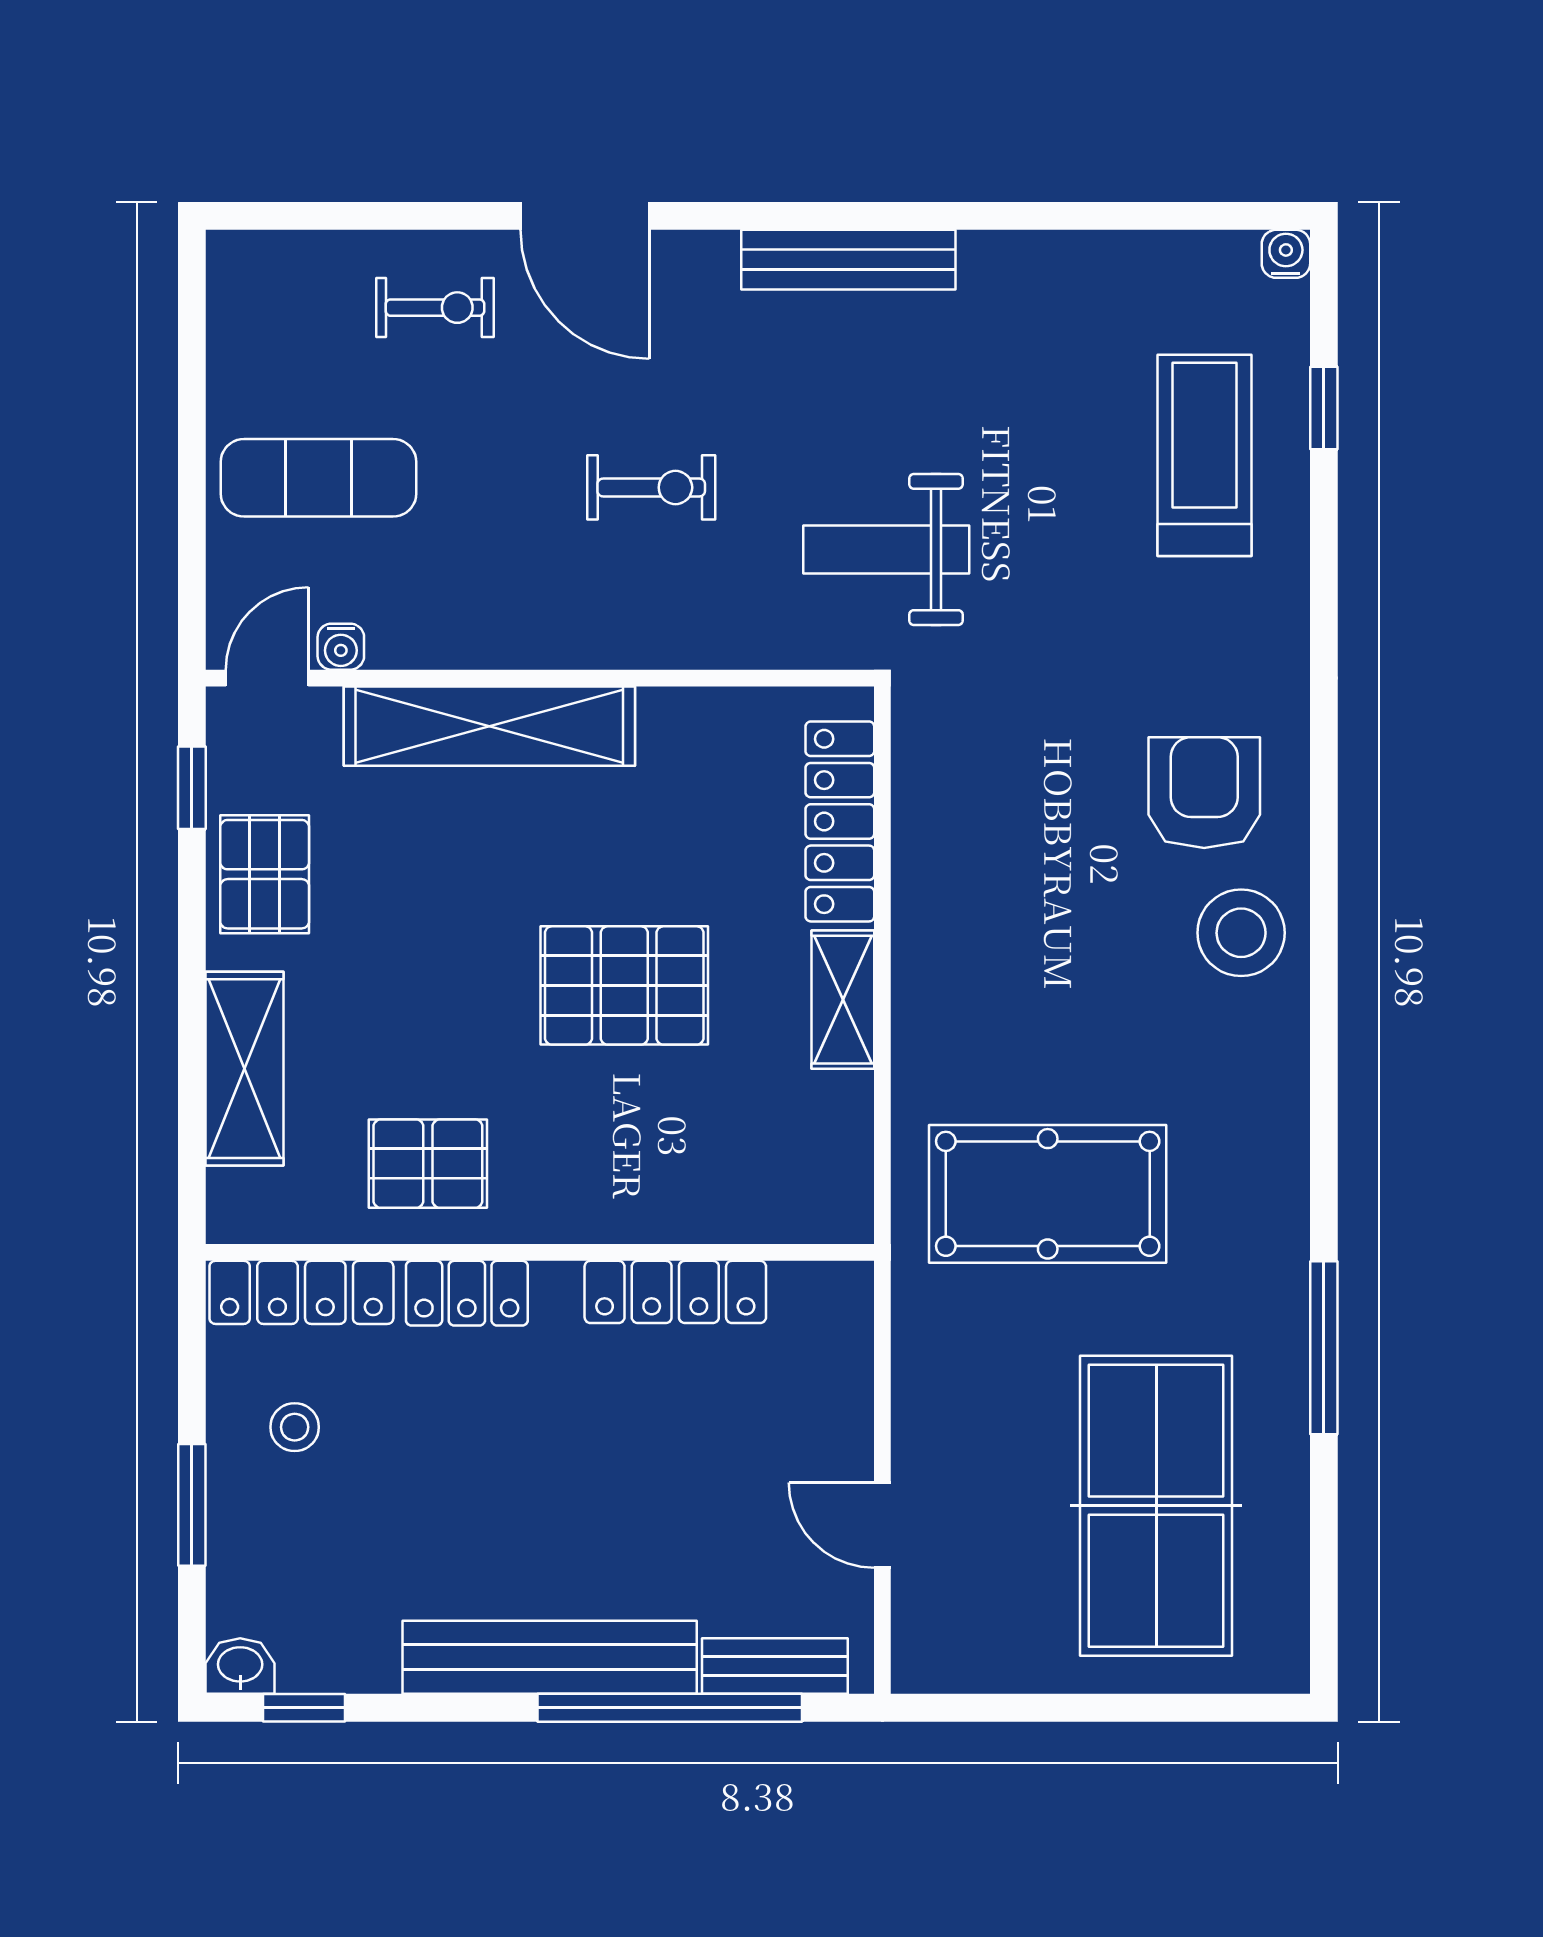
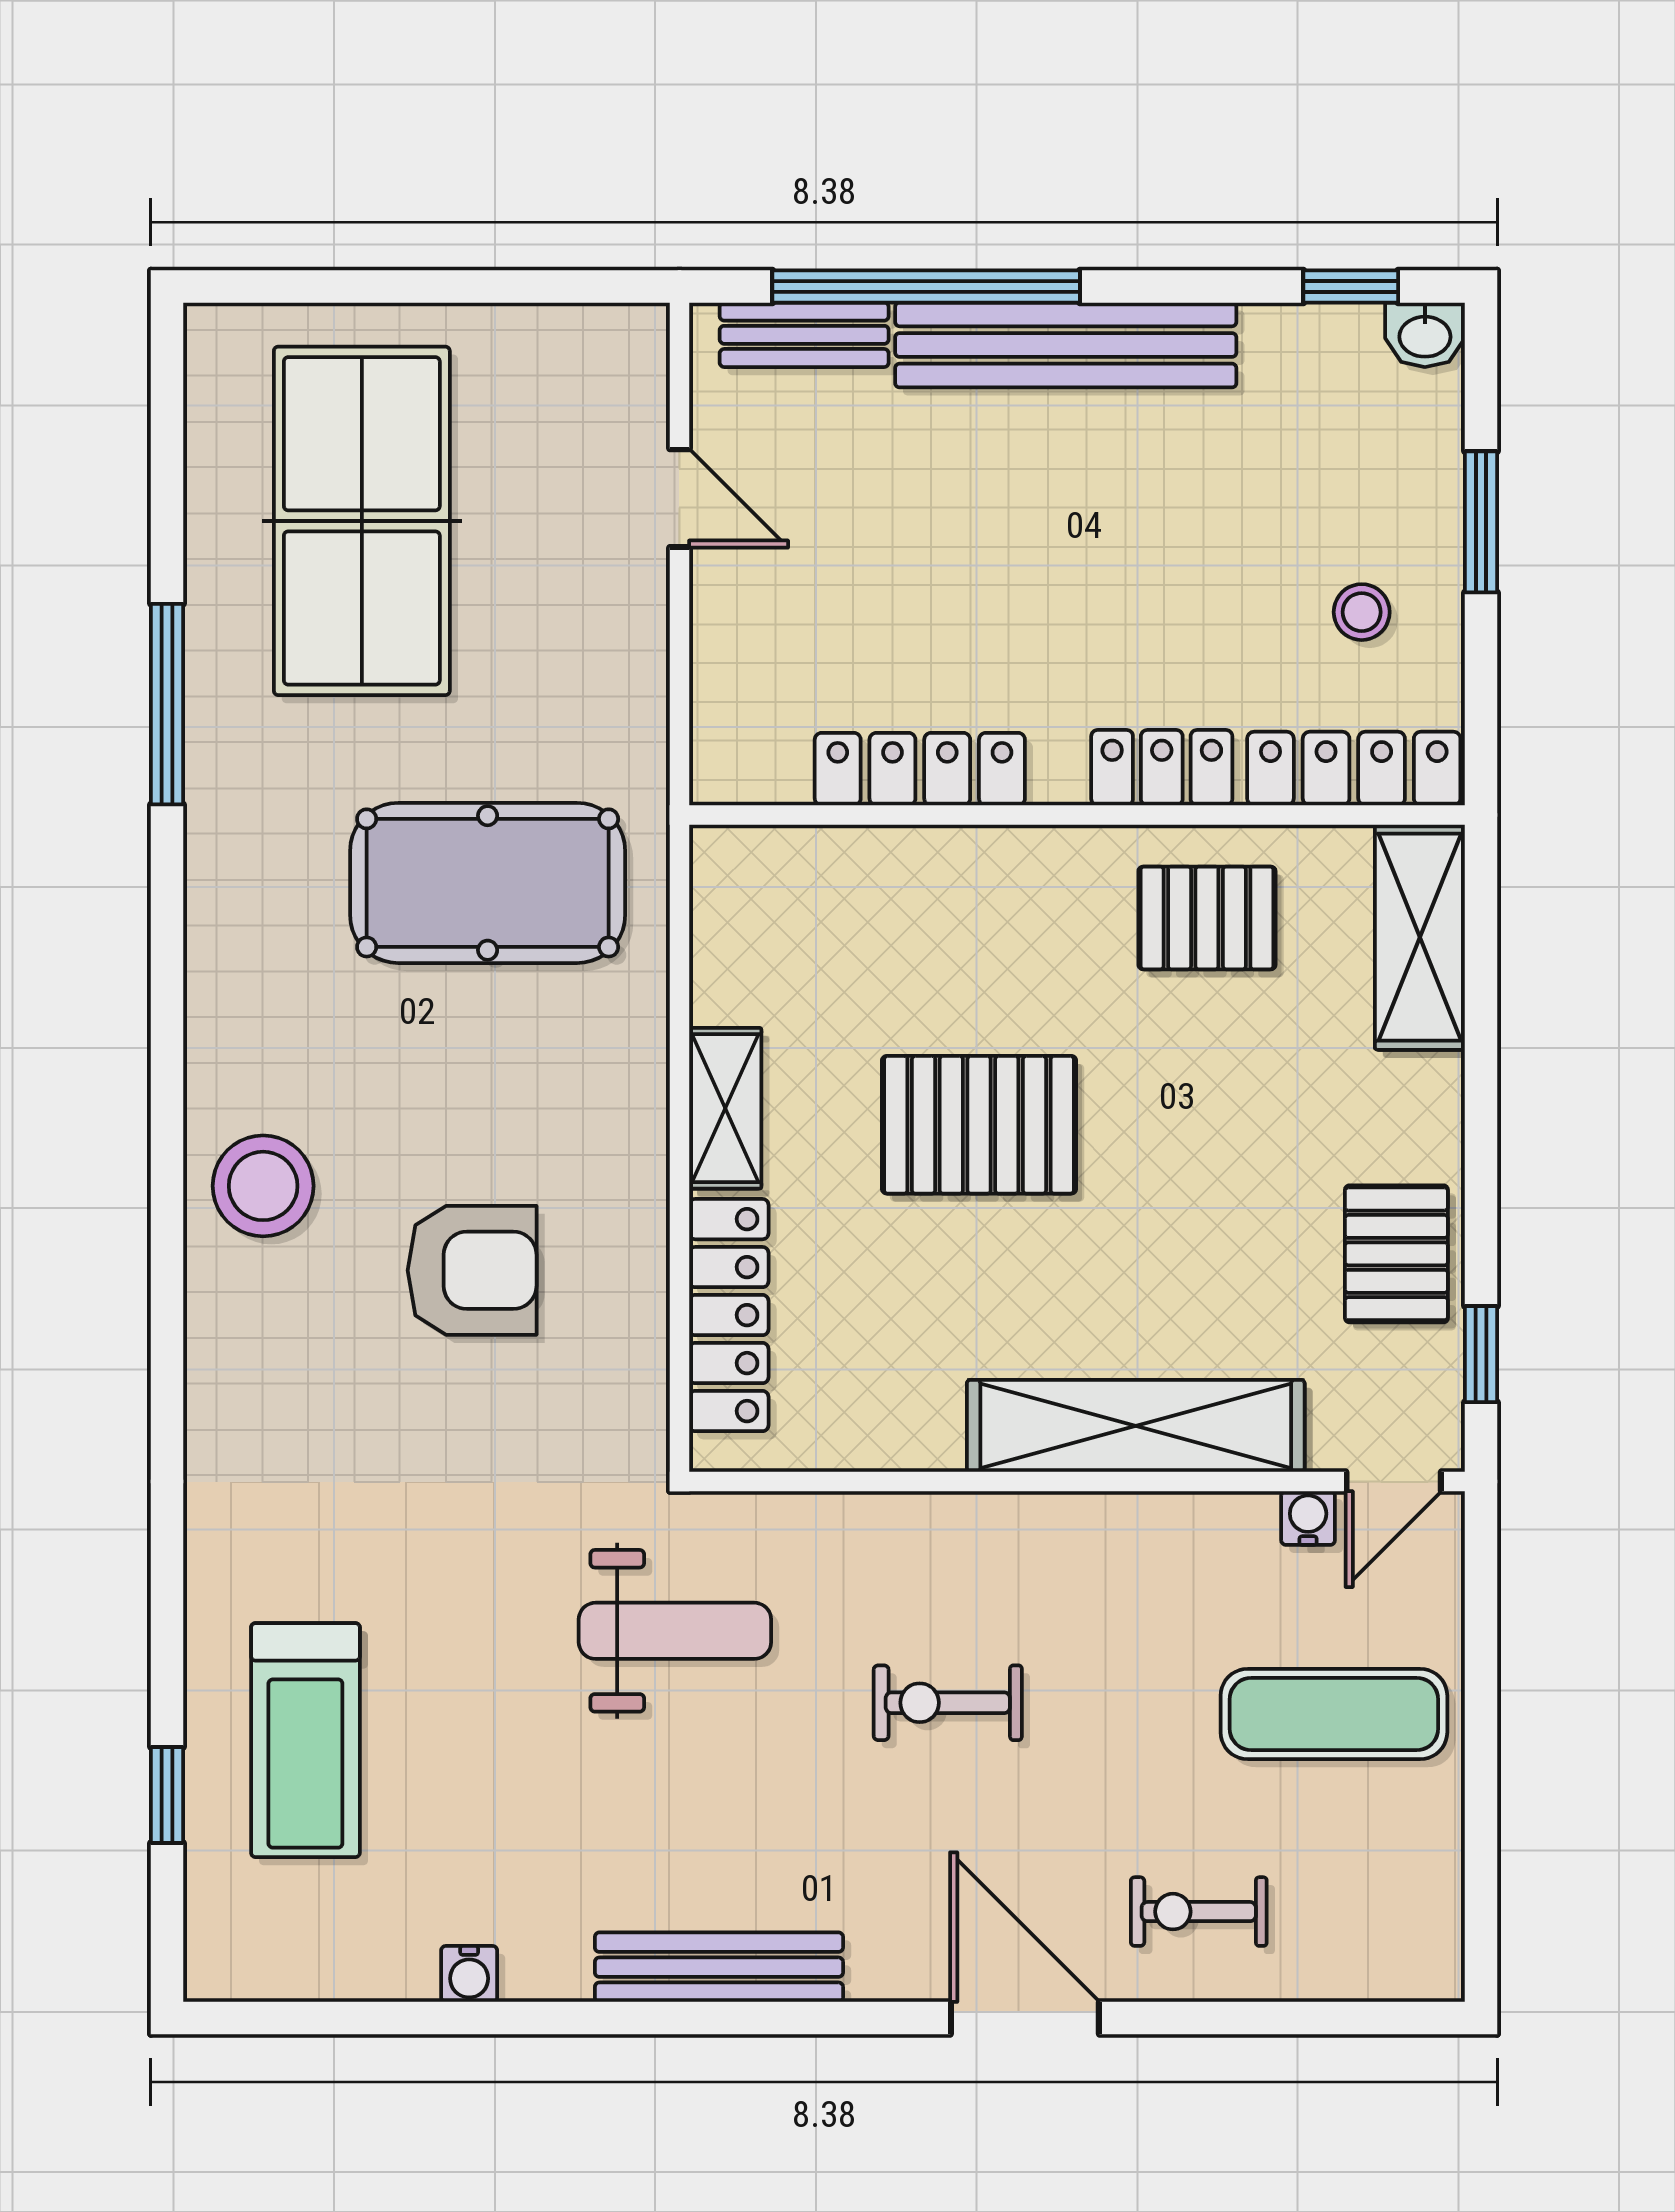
water cooler: (1286, 254) -> (469, 1974), moved
armchair: (1204, 793) -> (472, 1270), moved, turned -90
shelving: (245, 1069) -> (1420, 937), moved

